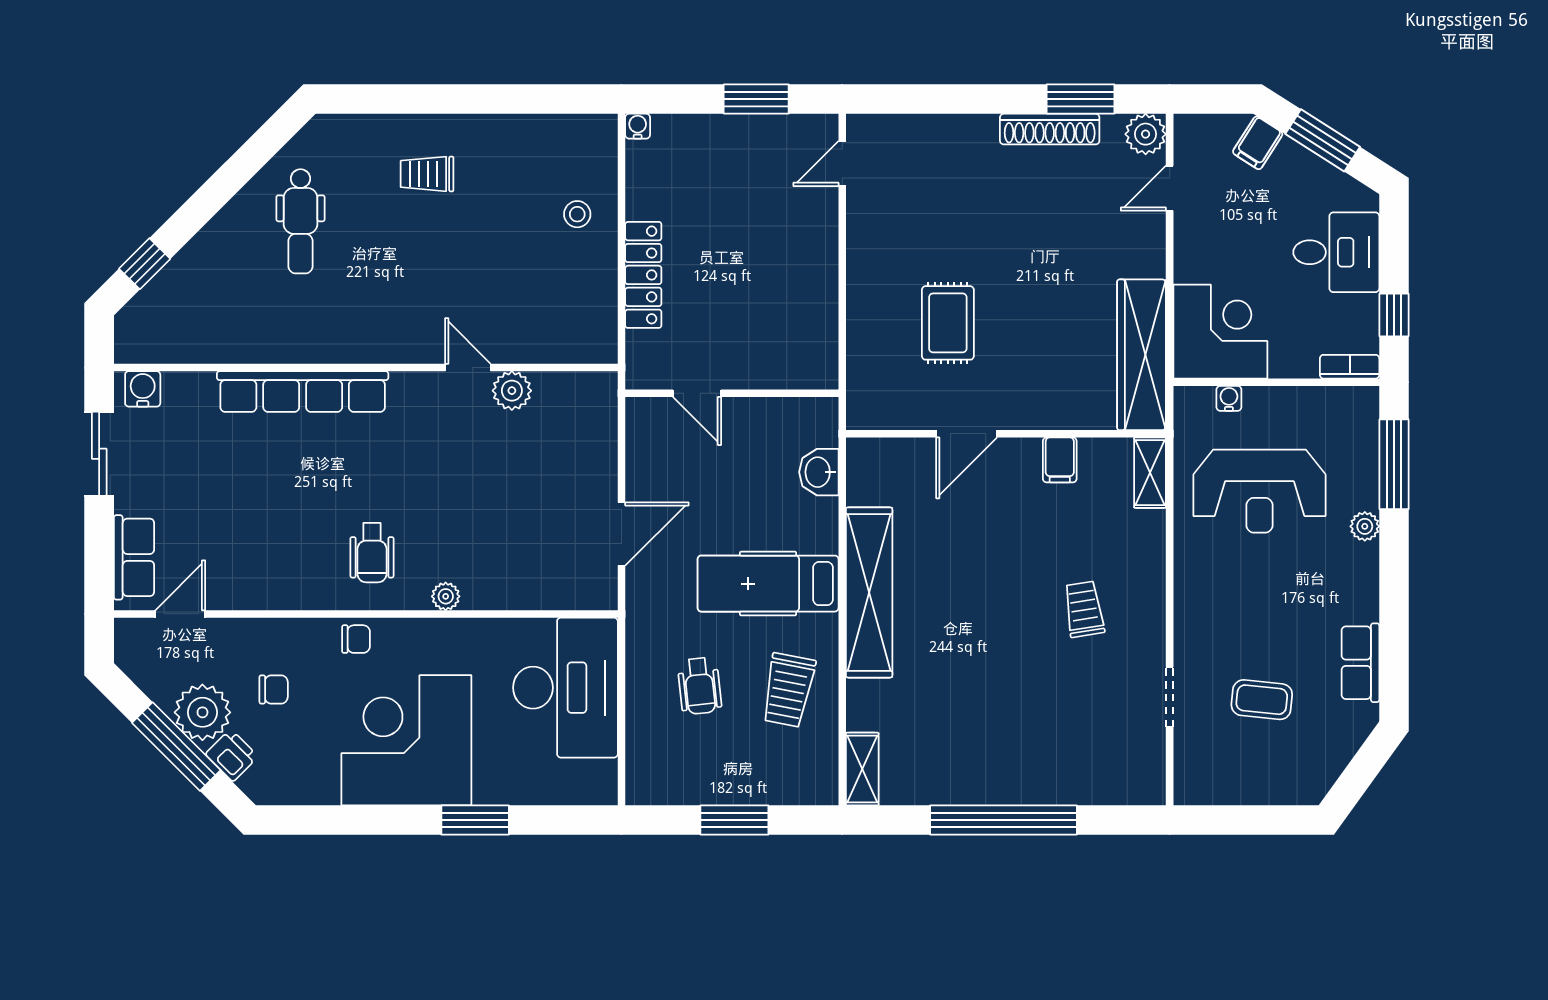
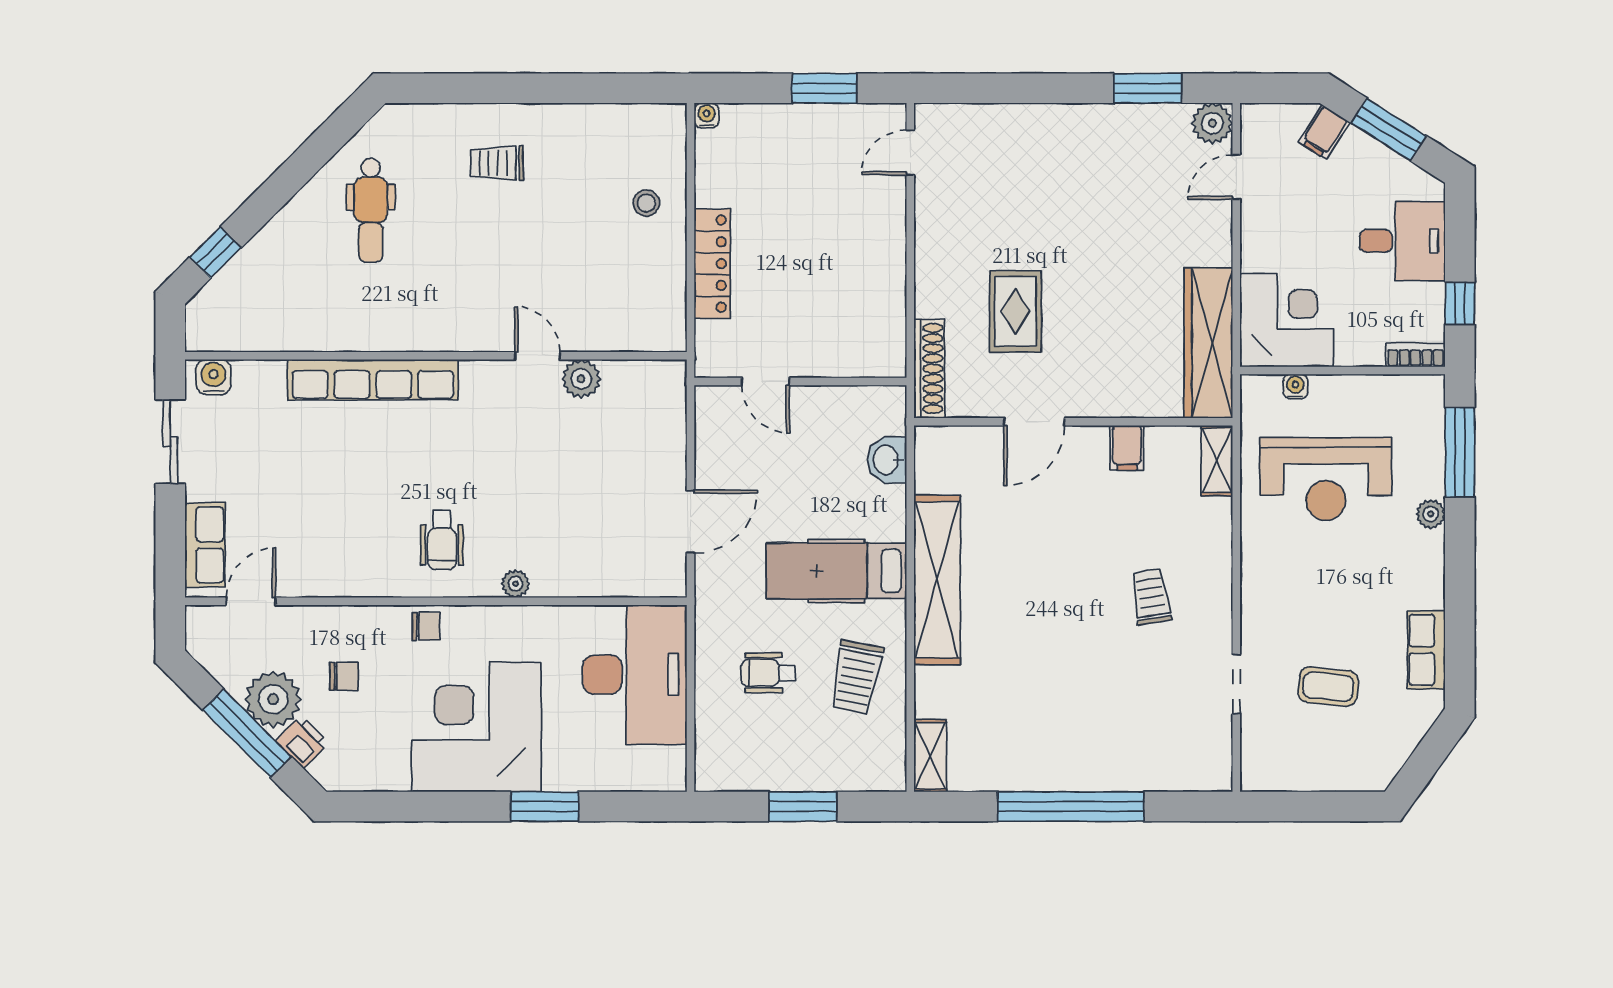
shoe rack: (1050, 129) -> (929, 369), moved, turned -90
wheelchair: (700, 686) -> (768, 673), turned 96

